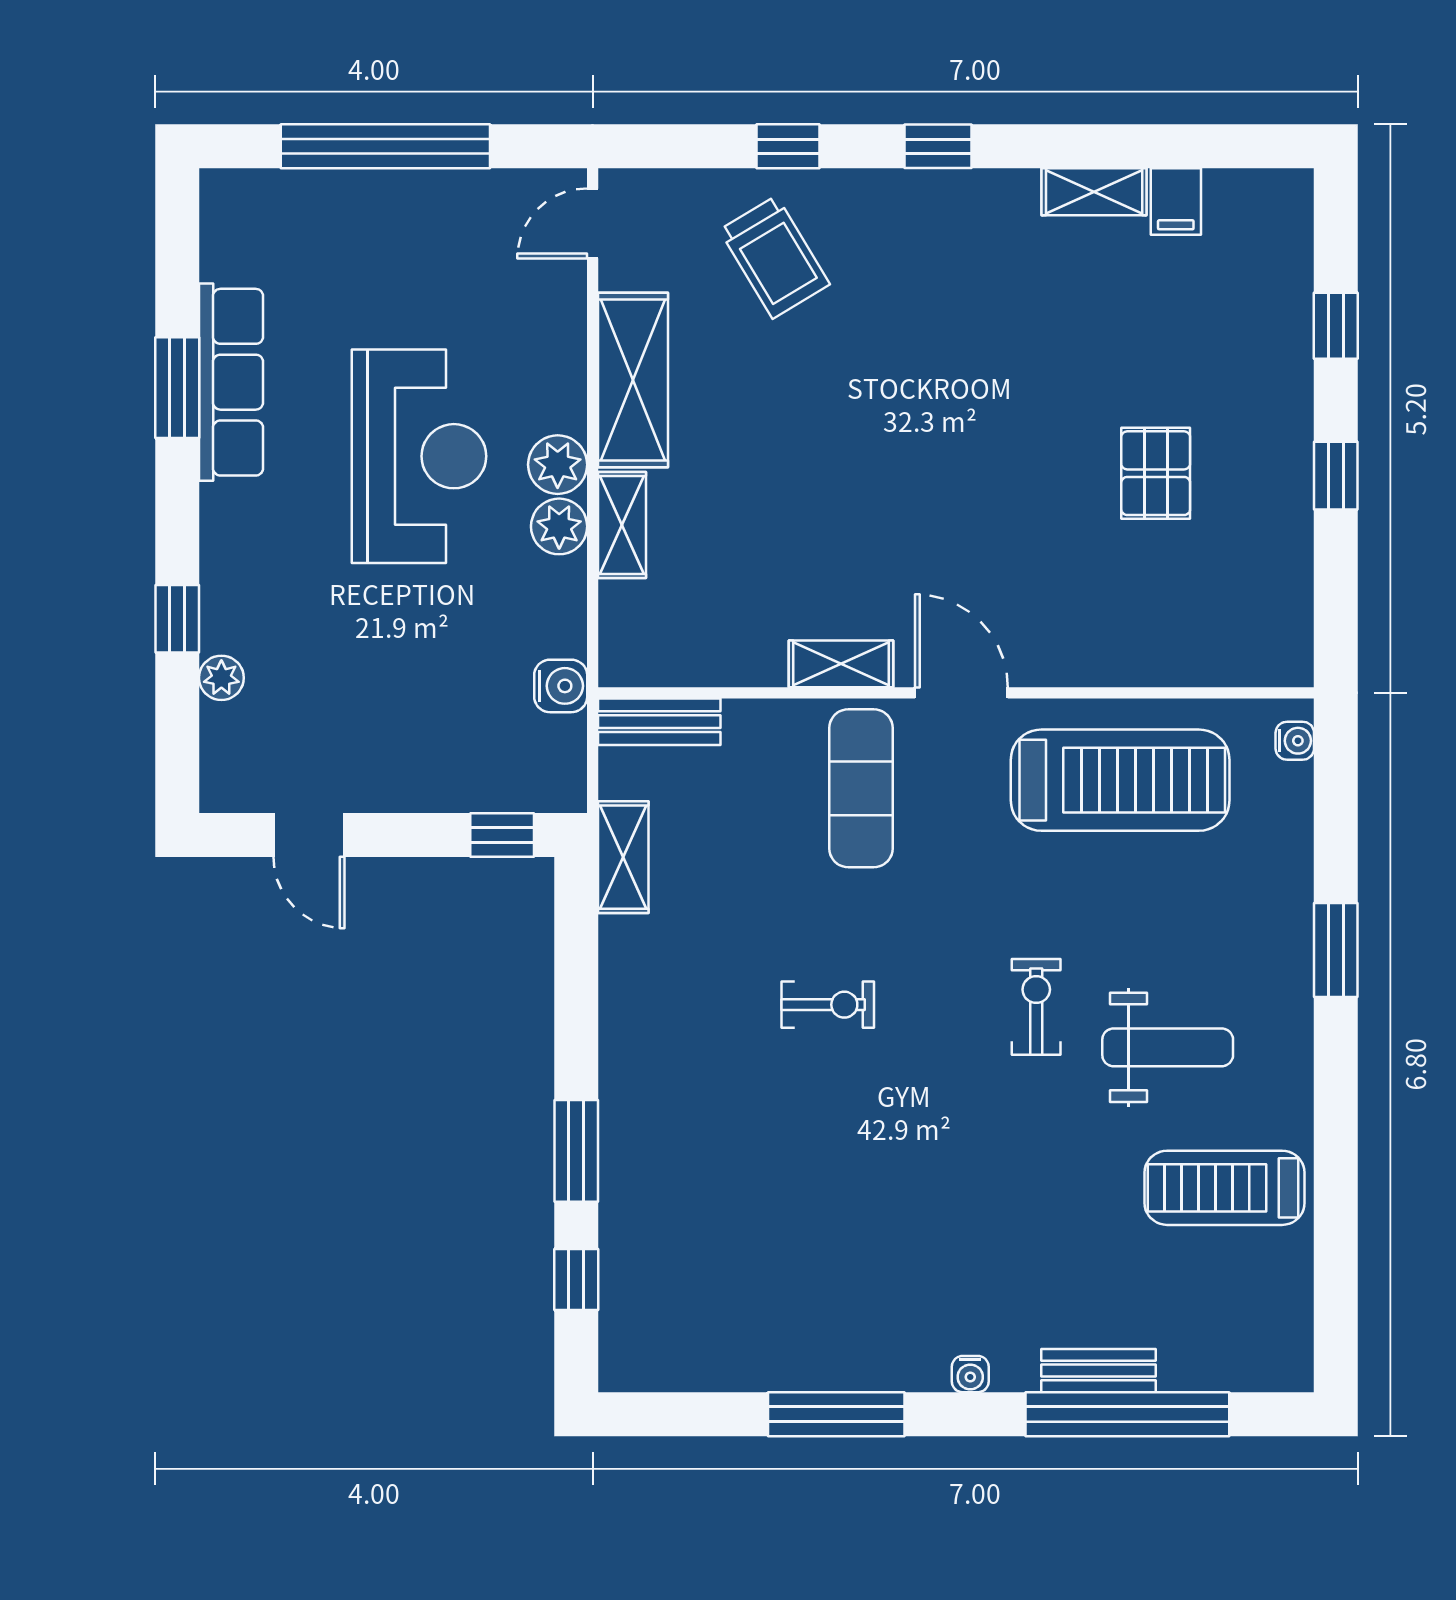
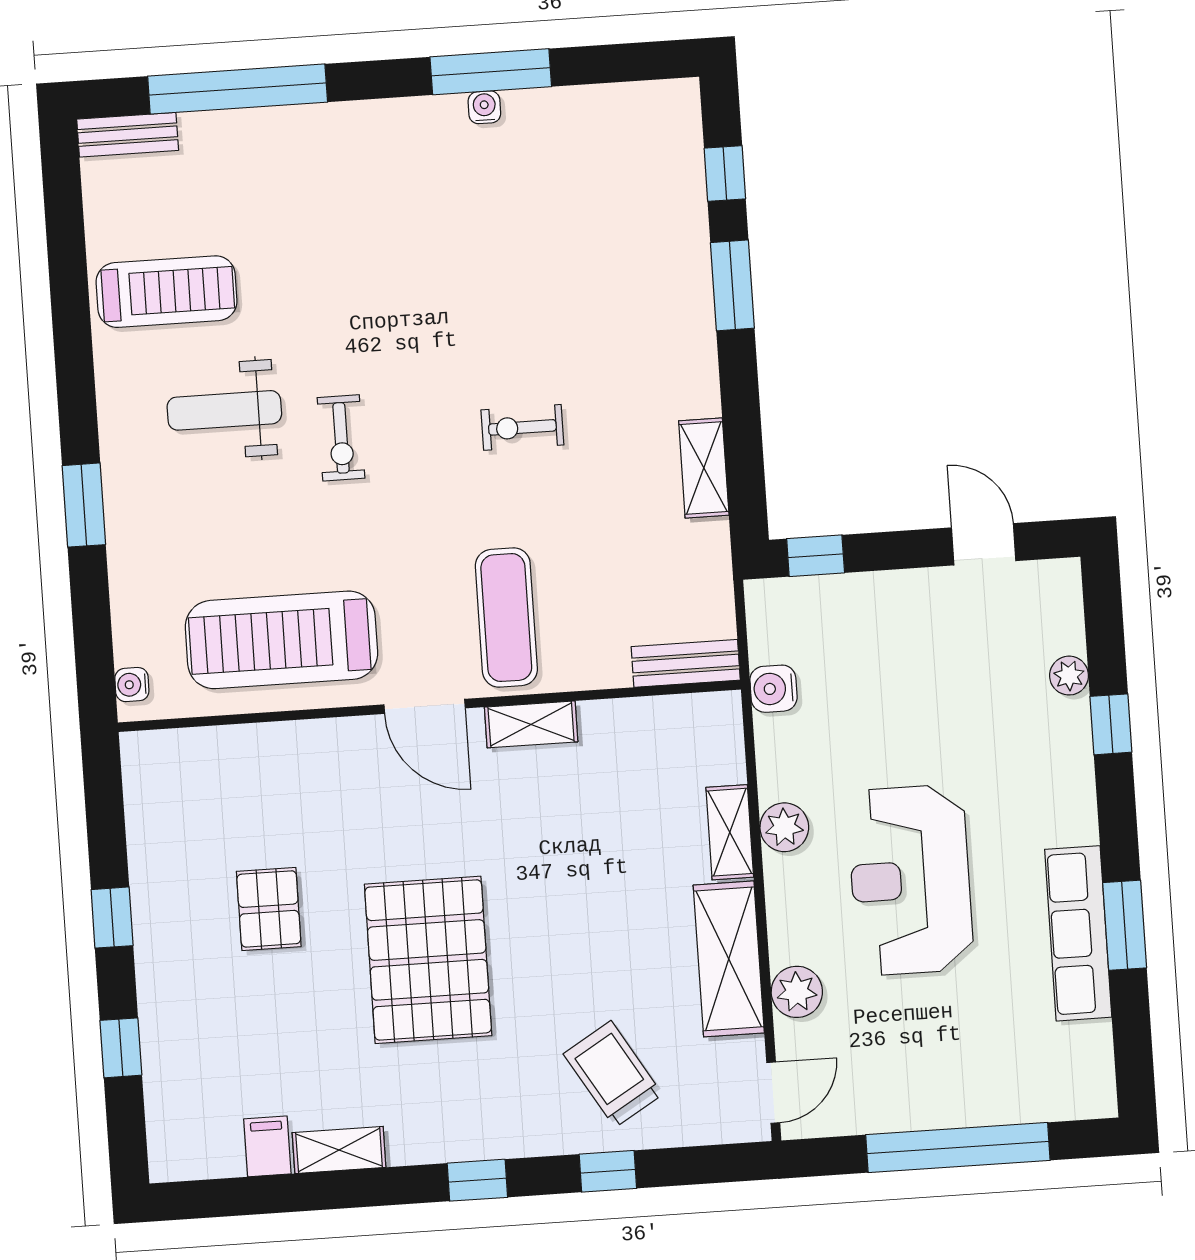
pallet: (977, 402) -> (428, 960), added
plant: (558, 465) -> (797, 992), moved
shelving: (623, 857) -> (704, 468), moved
bench: (1098, 1371) -> (128, 135), moved
water cooler: (970, 1374) -> (484, 107), moved

